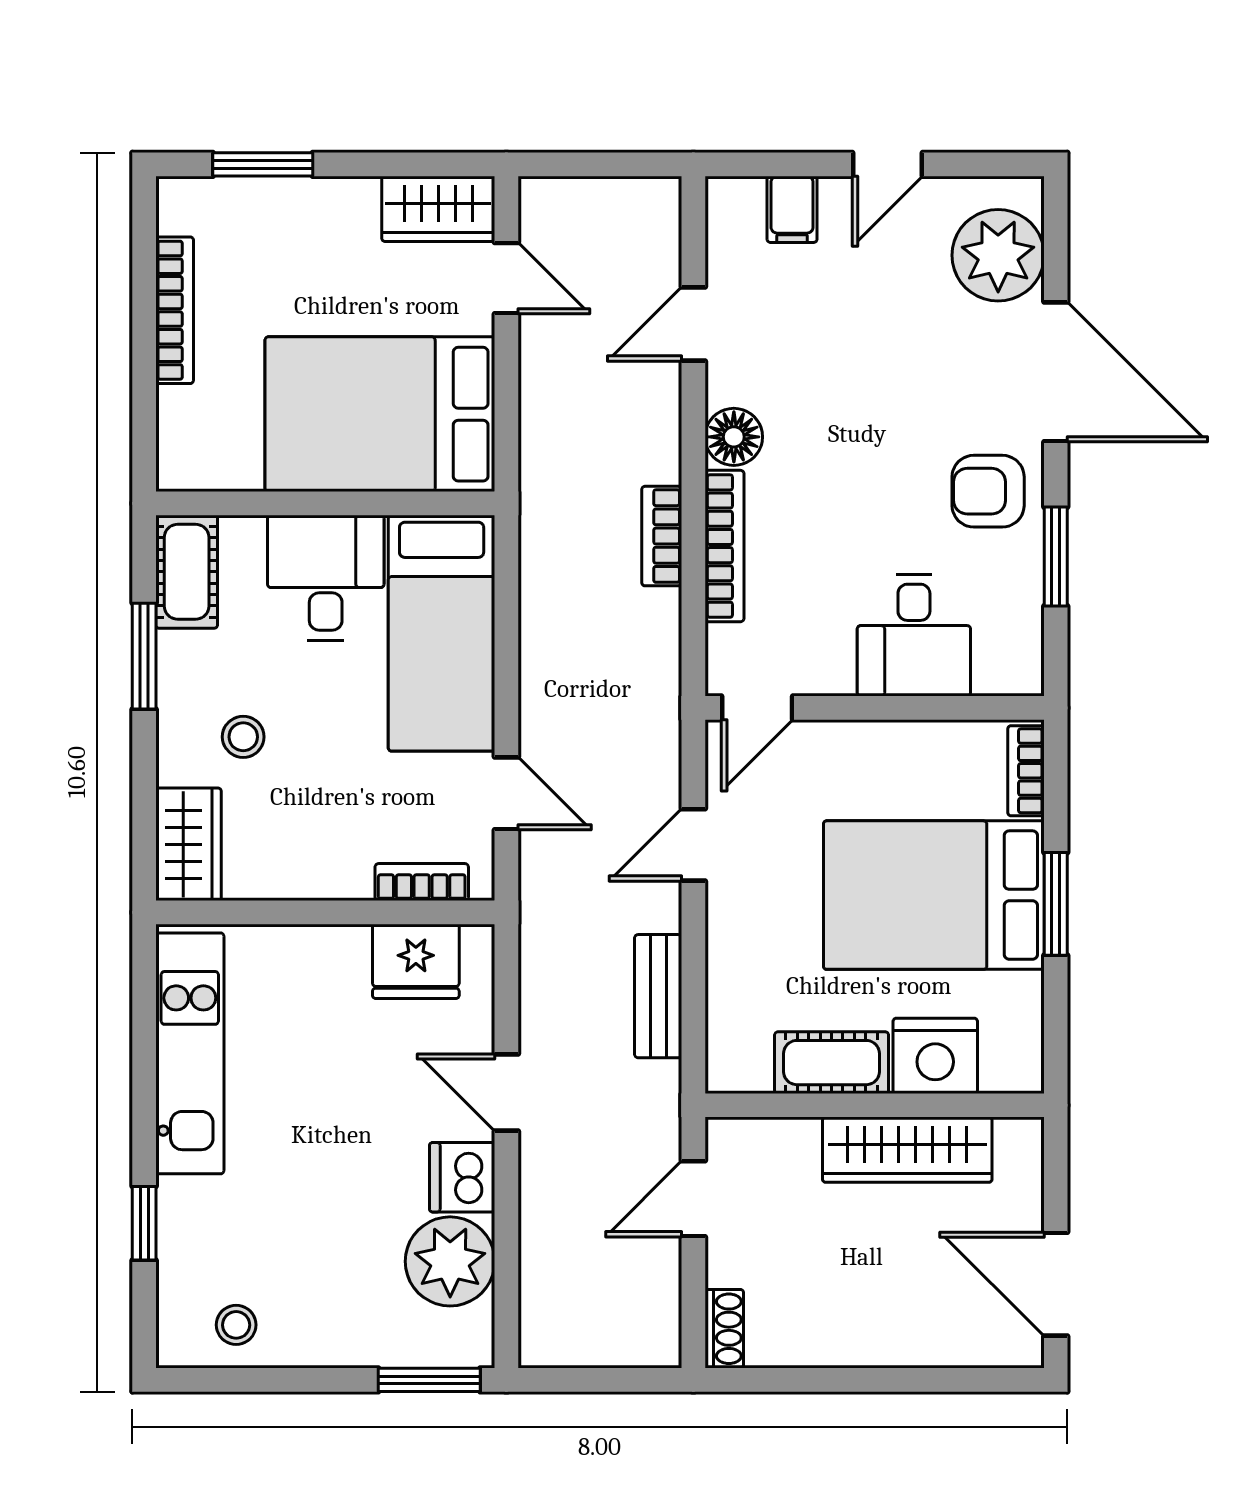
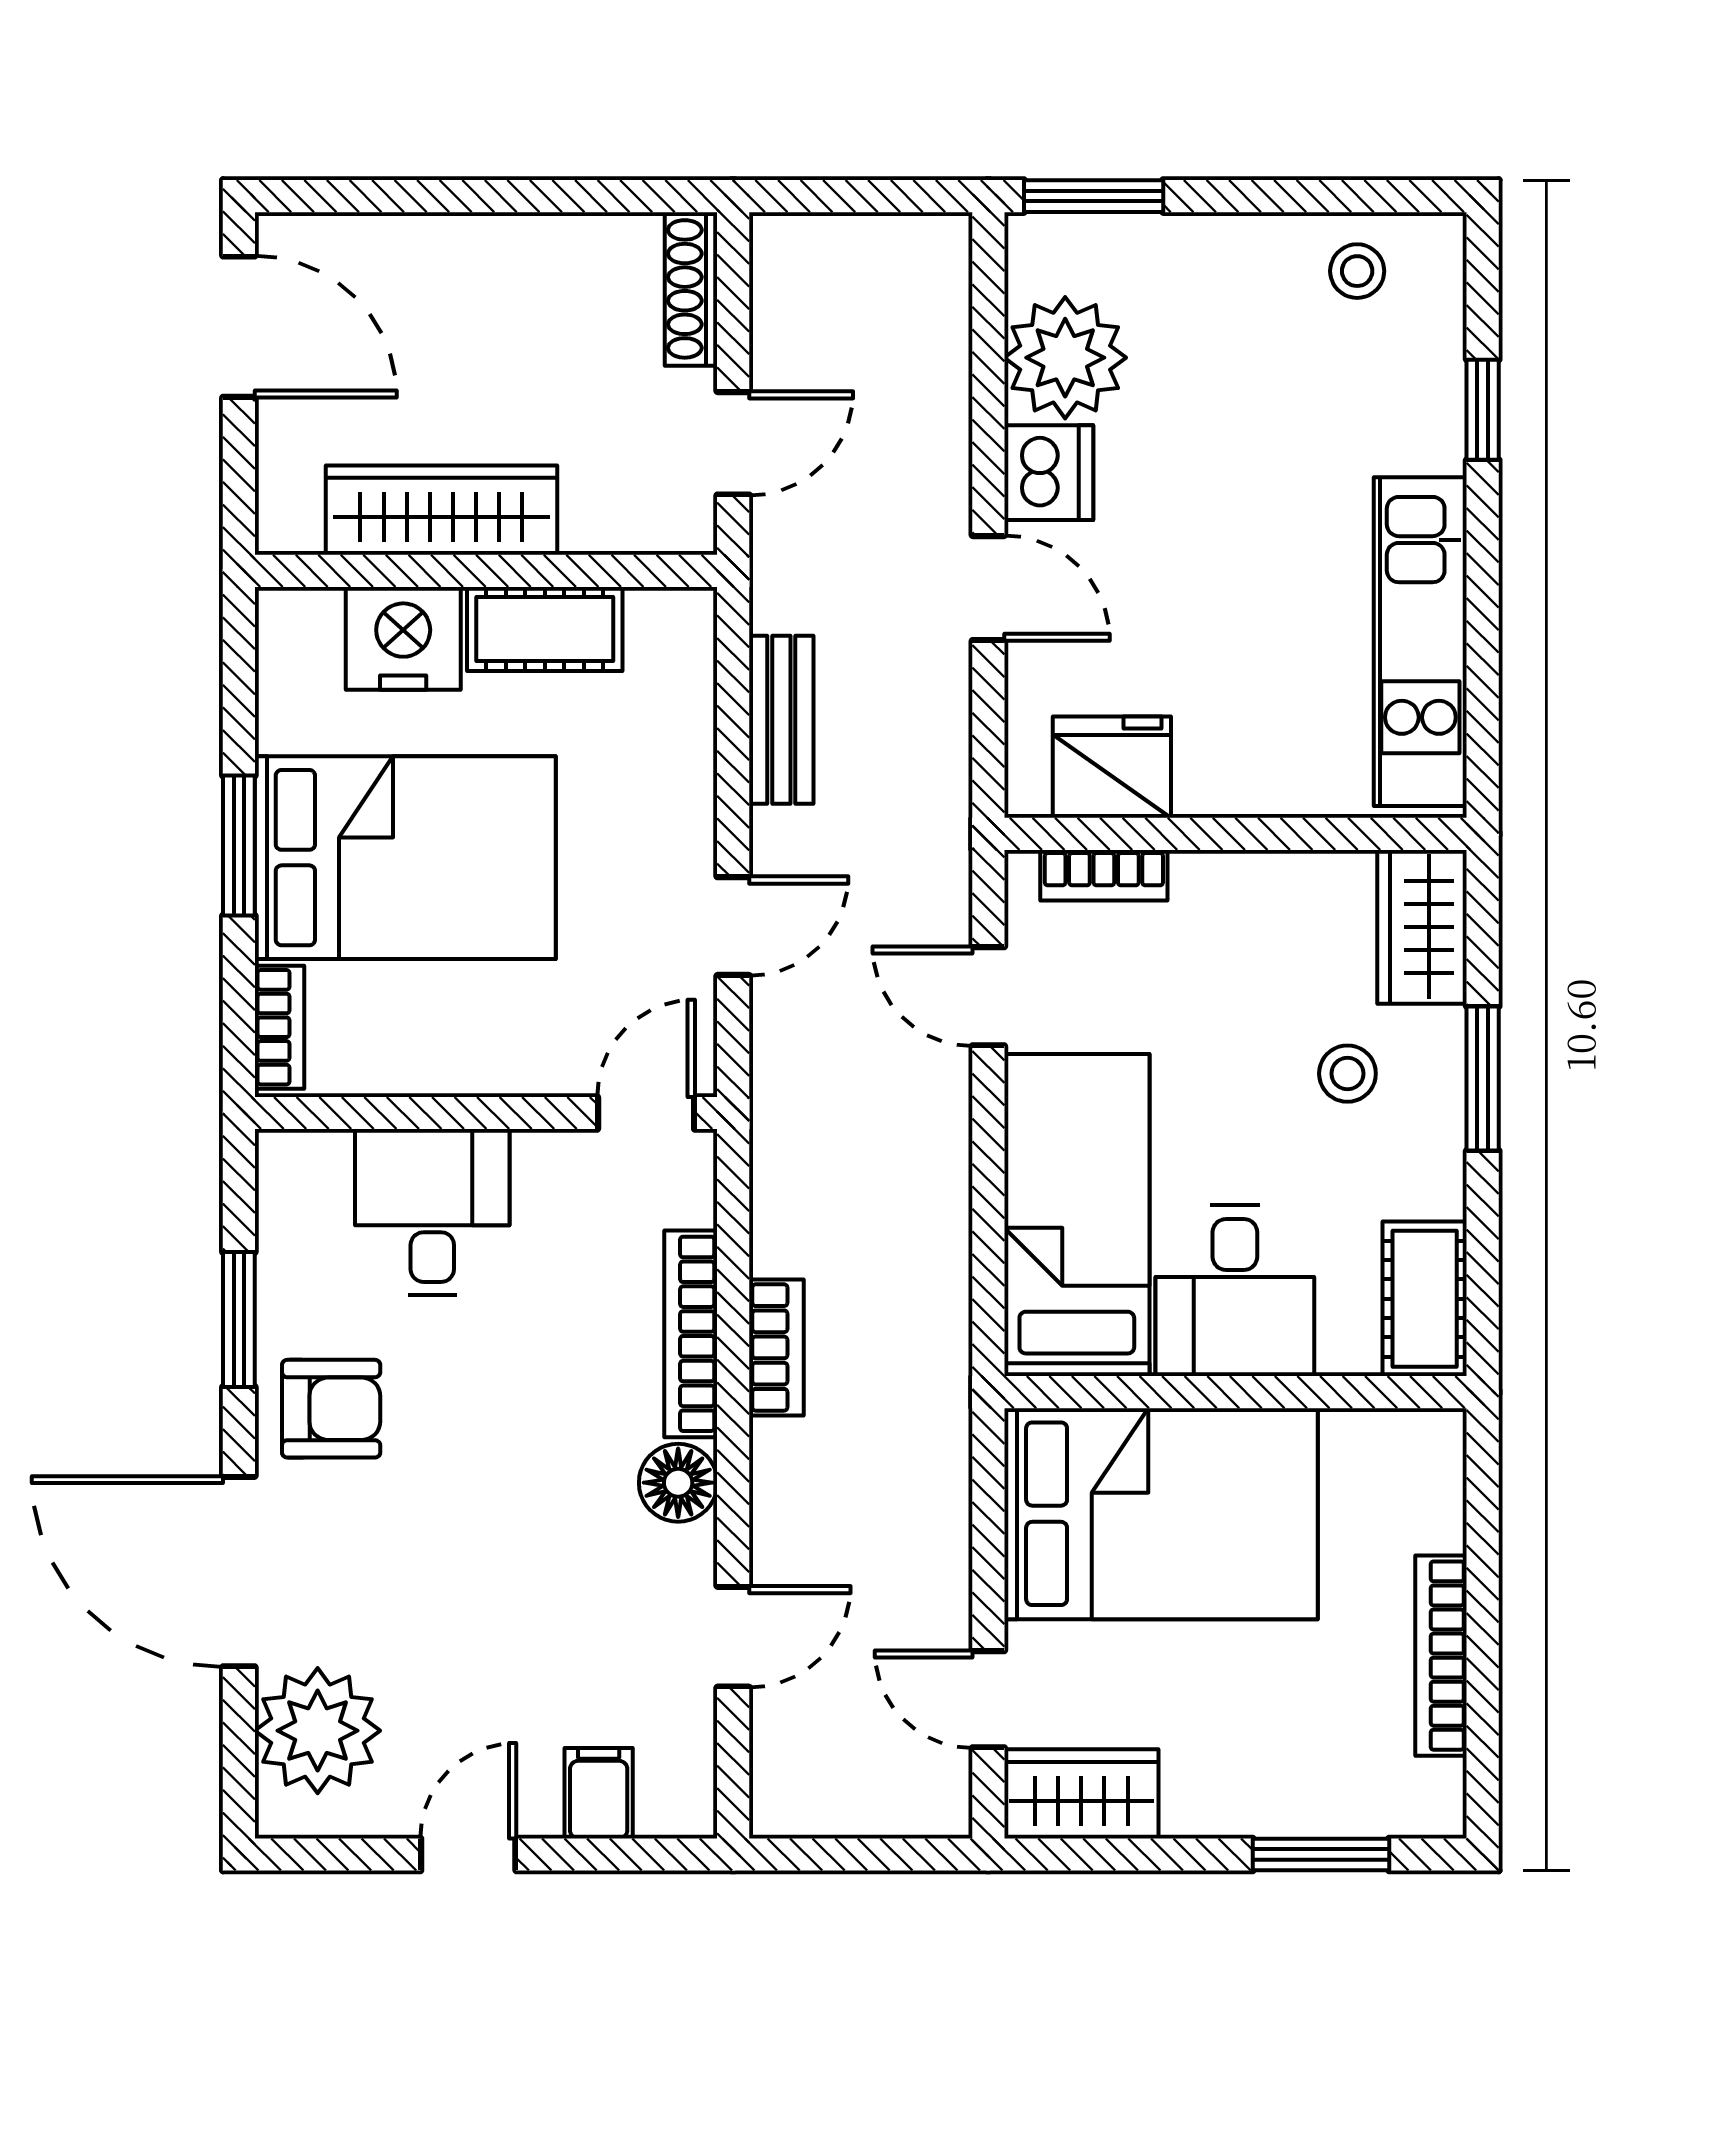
window: (144, 656) -> (1483, 1078), moved
shoe rack: (724, 1329) -> (691, 289), width x1.43

